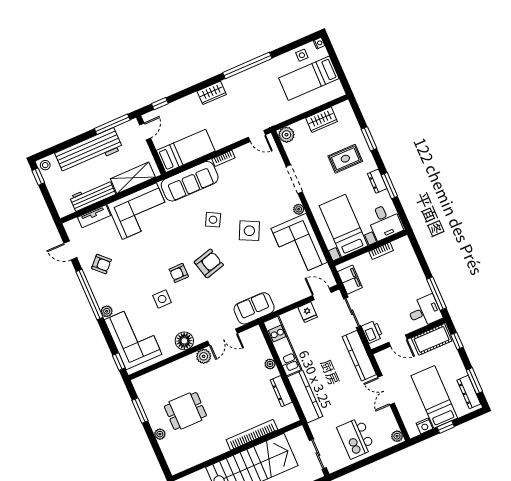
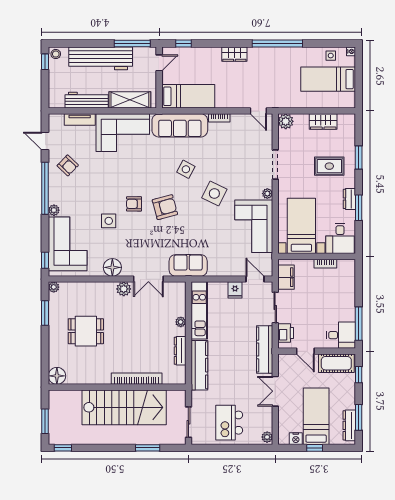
plant: (160, 434) -> (54, 287), moved
floor lamp: (177, 464) -> (57, 376), added

